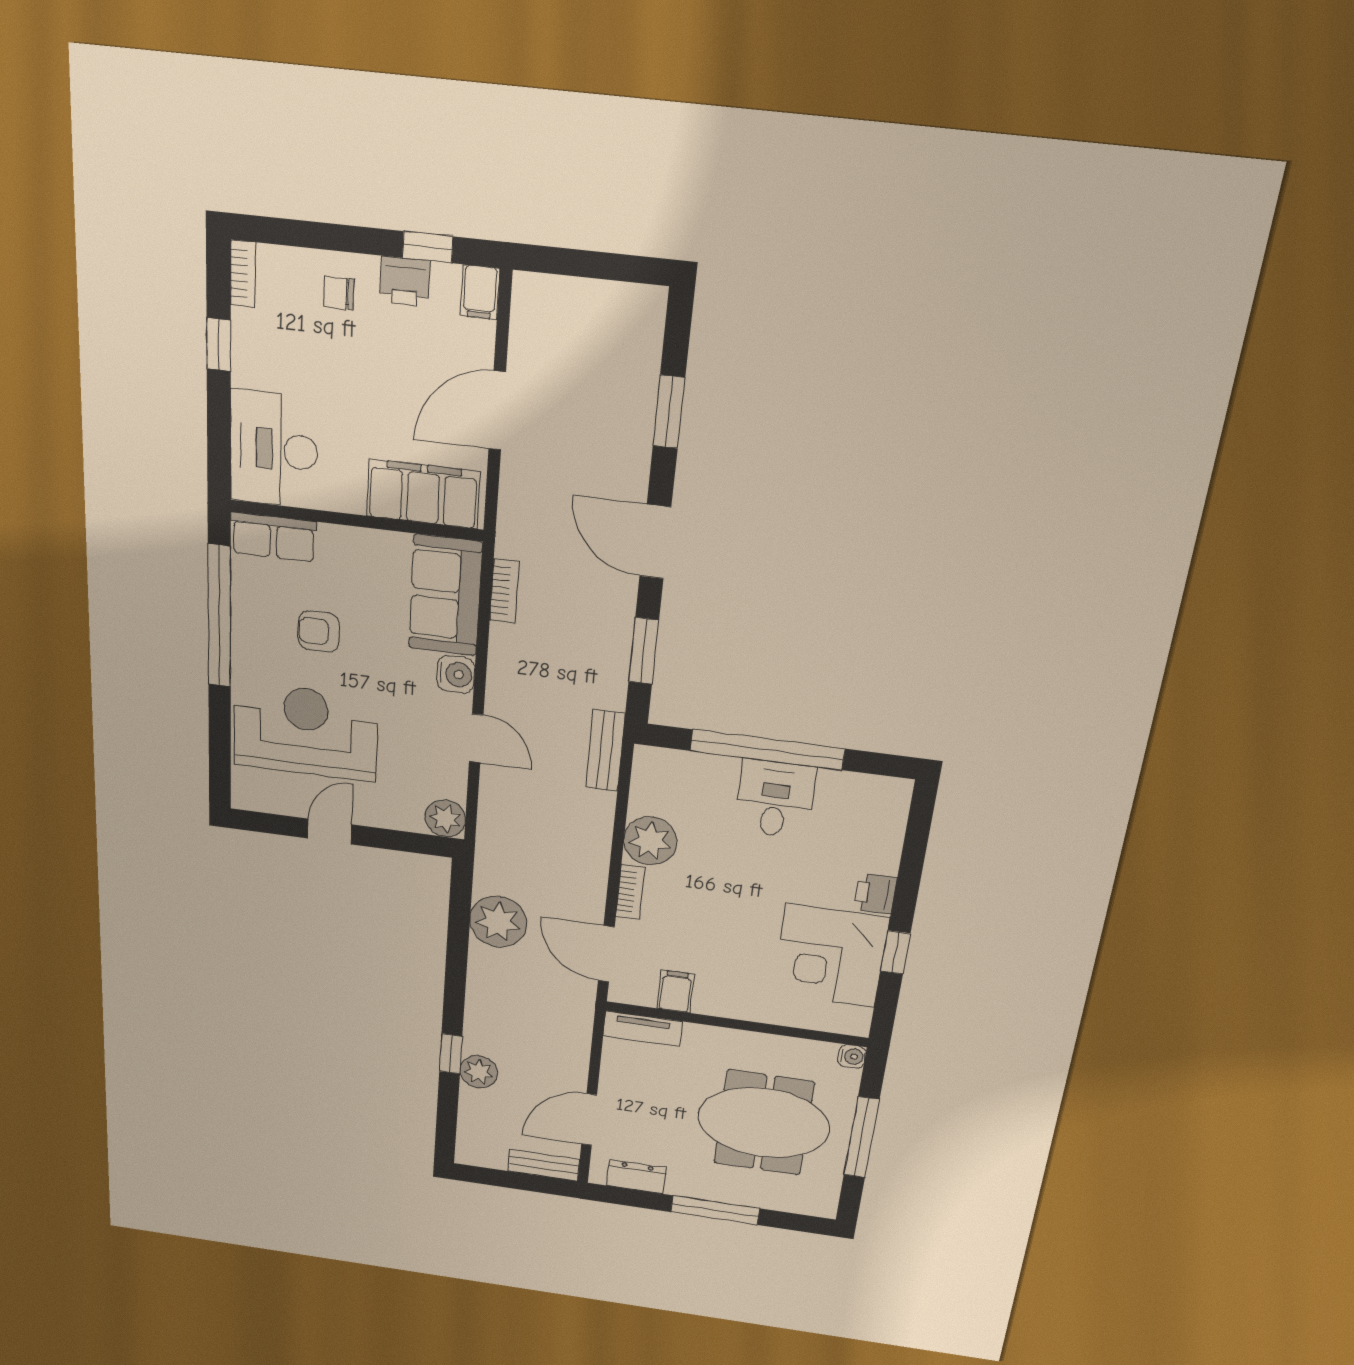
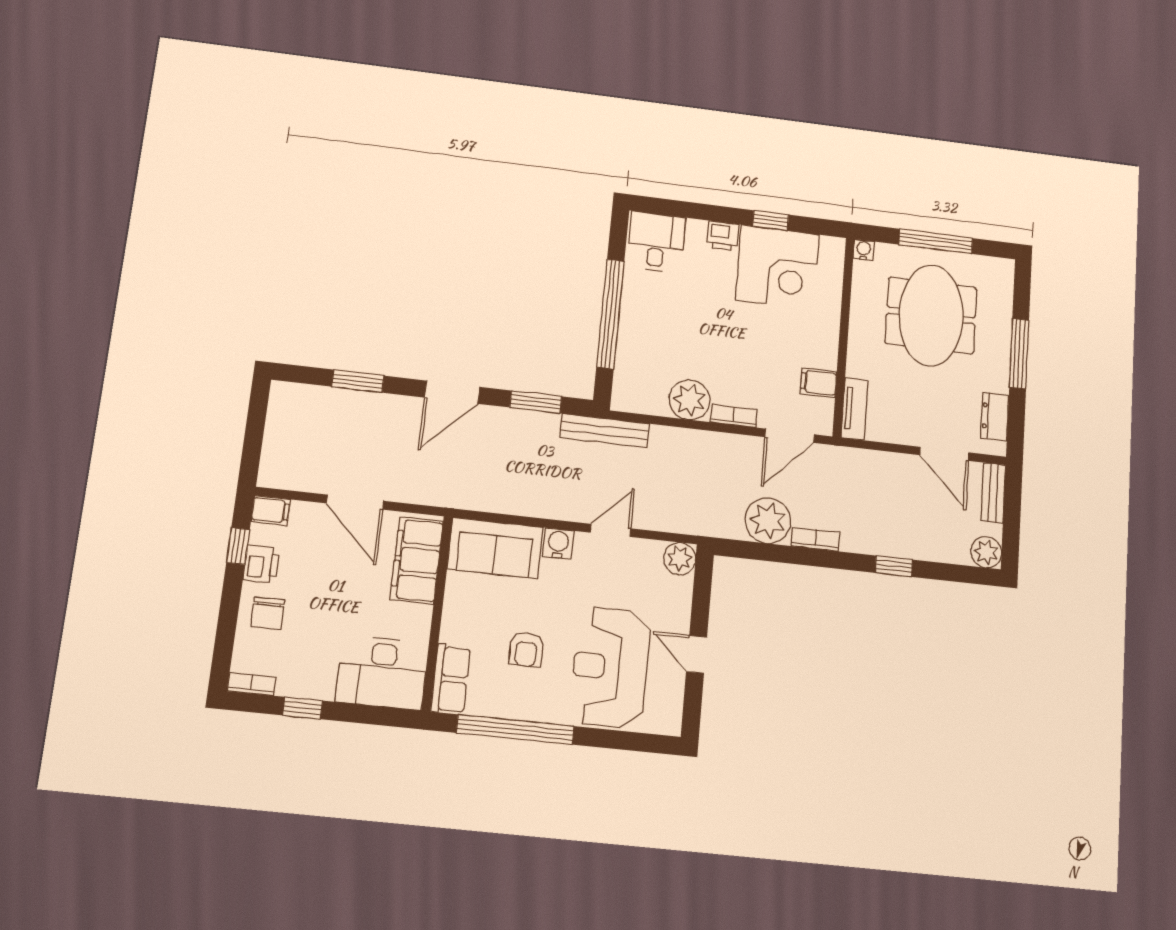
chair: (339, 293) -> (268, 613), width x1.37, depth x1.37
bookcase: (504, 591) -> (816, 539), moved
bench: (605, 751) -> (605, 431), width x1.36
desk: (775, 799) -> (656, 242), moved, turned 90
plant: (479, 1072) -> (986, 552), moved

